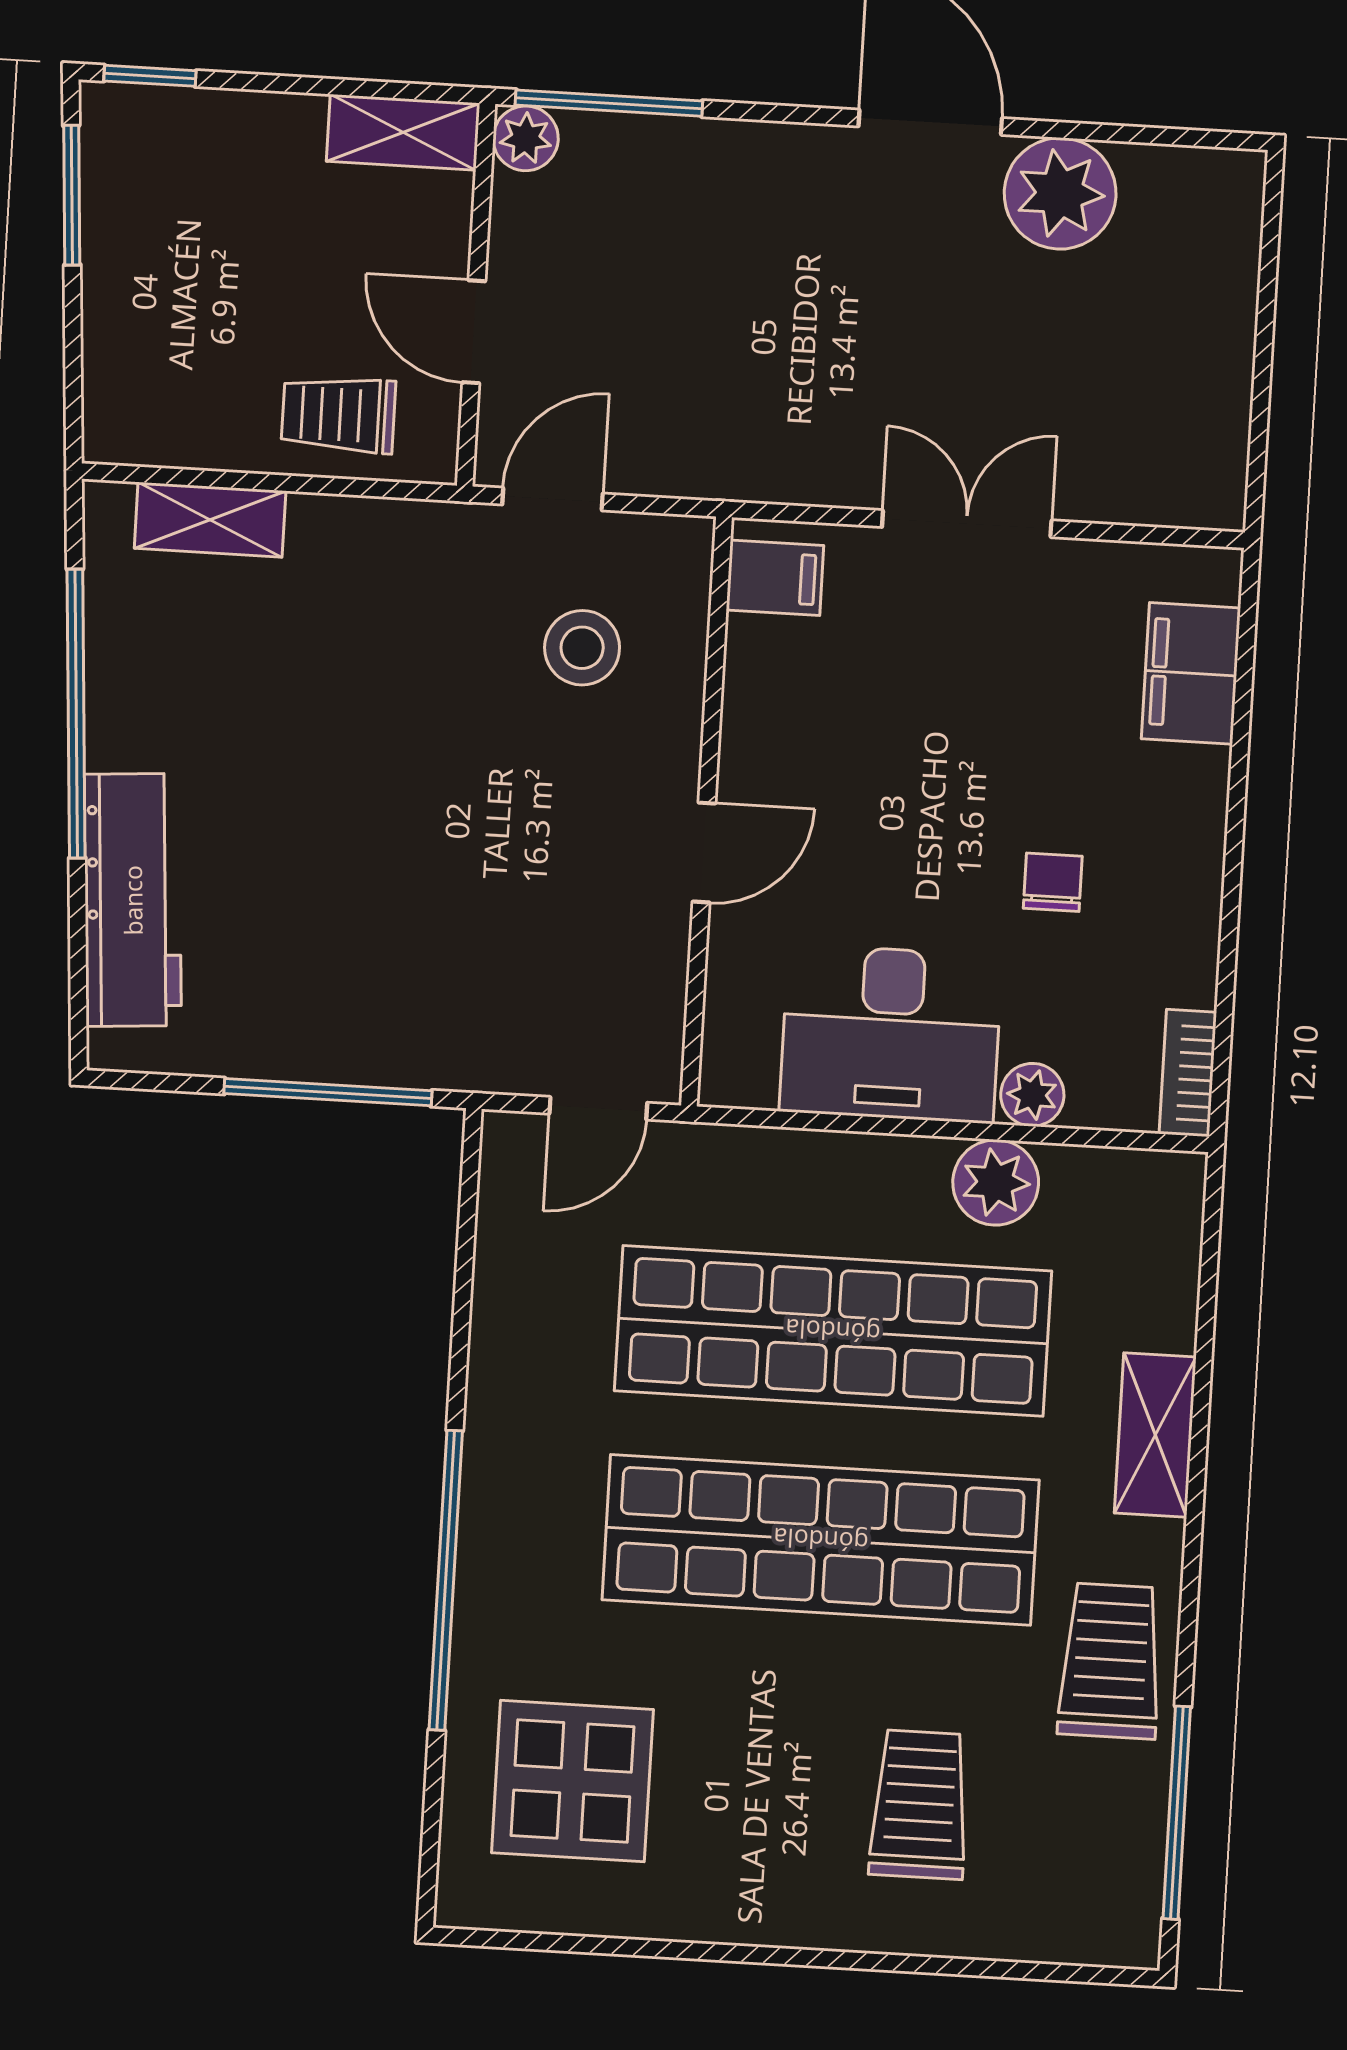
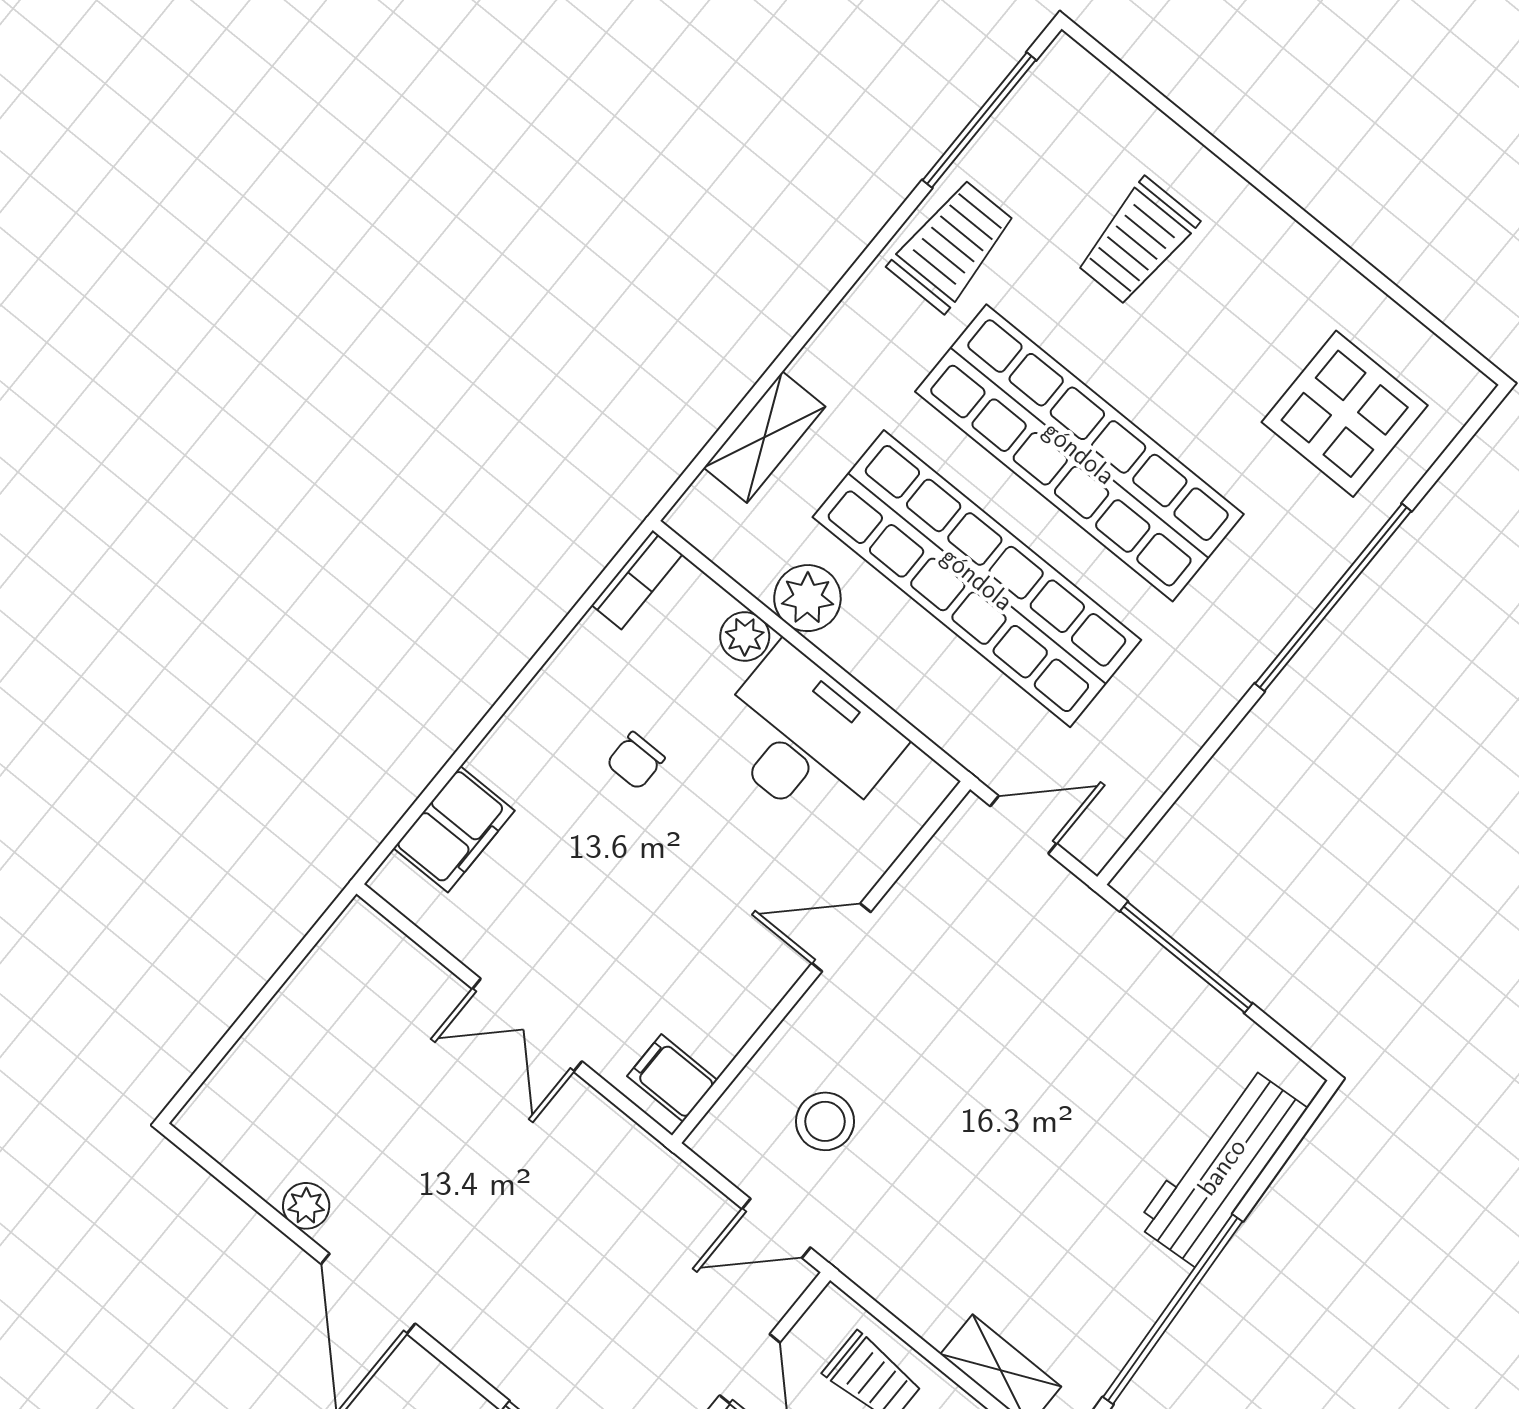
plant: (1060, 193) -> (306, 1206), width x0.53, depth x0.53
shelving: (1155, 1435) -> (765, 437), moved
trolley: (1110, 1661) -> (952, 245), turned 180

